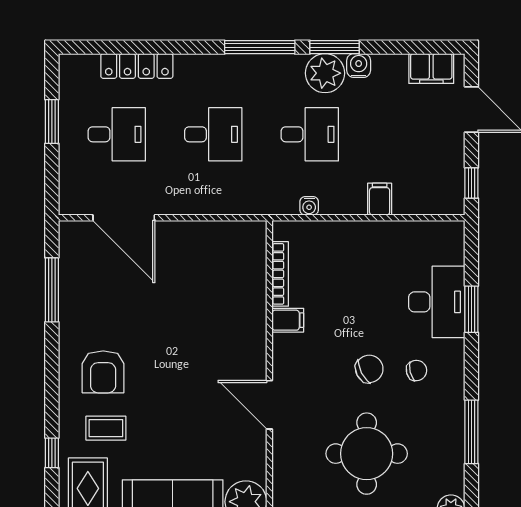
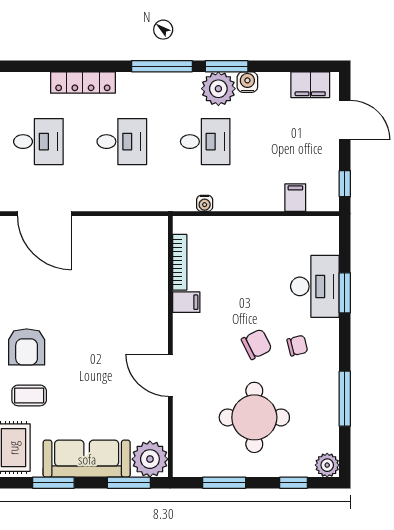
locker: (137, 66) -> (83, 82), moved
filing cabinet: (380, 199) -> (295, 198), moved

